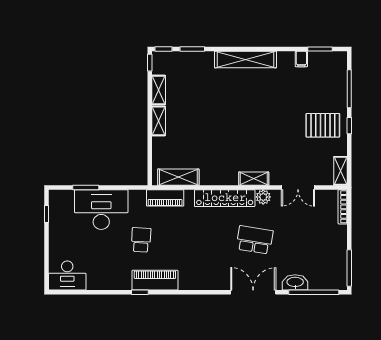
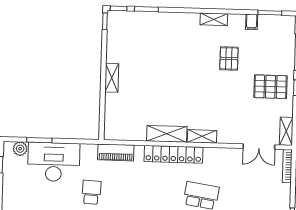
shelving: (245, 59) -> (214, 19), width x0.45, depth x0.75
shelving: (159, 90) -> (113, 48), removed
pallet: (279, 97) -> (229, 58), added
shelving: (178, 177) -> (167, 134), moved
double door: (298, 188) -> (259, 147), moved
plant: (263, 197) -> (20, 149), moved

